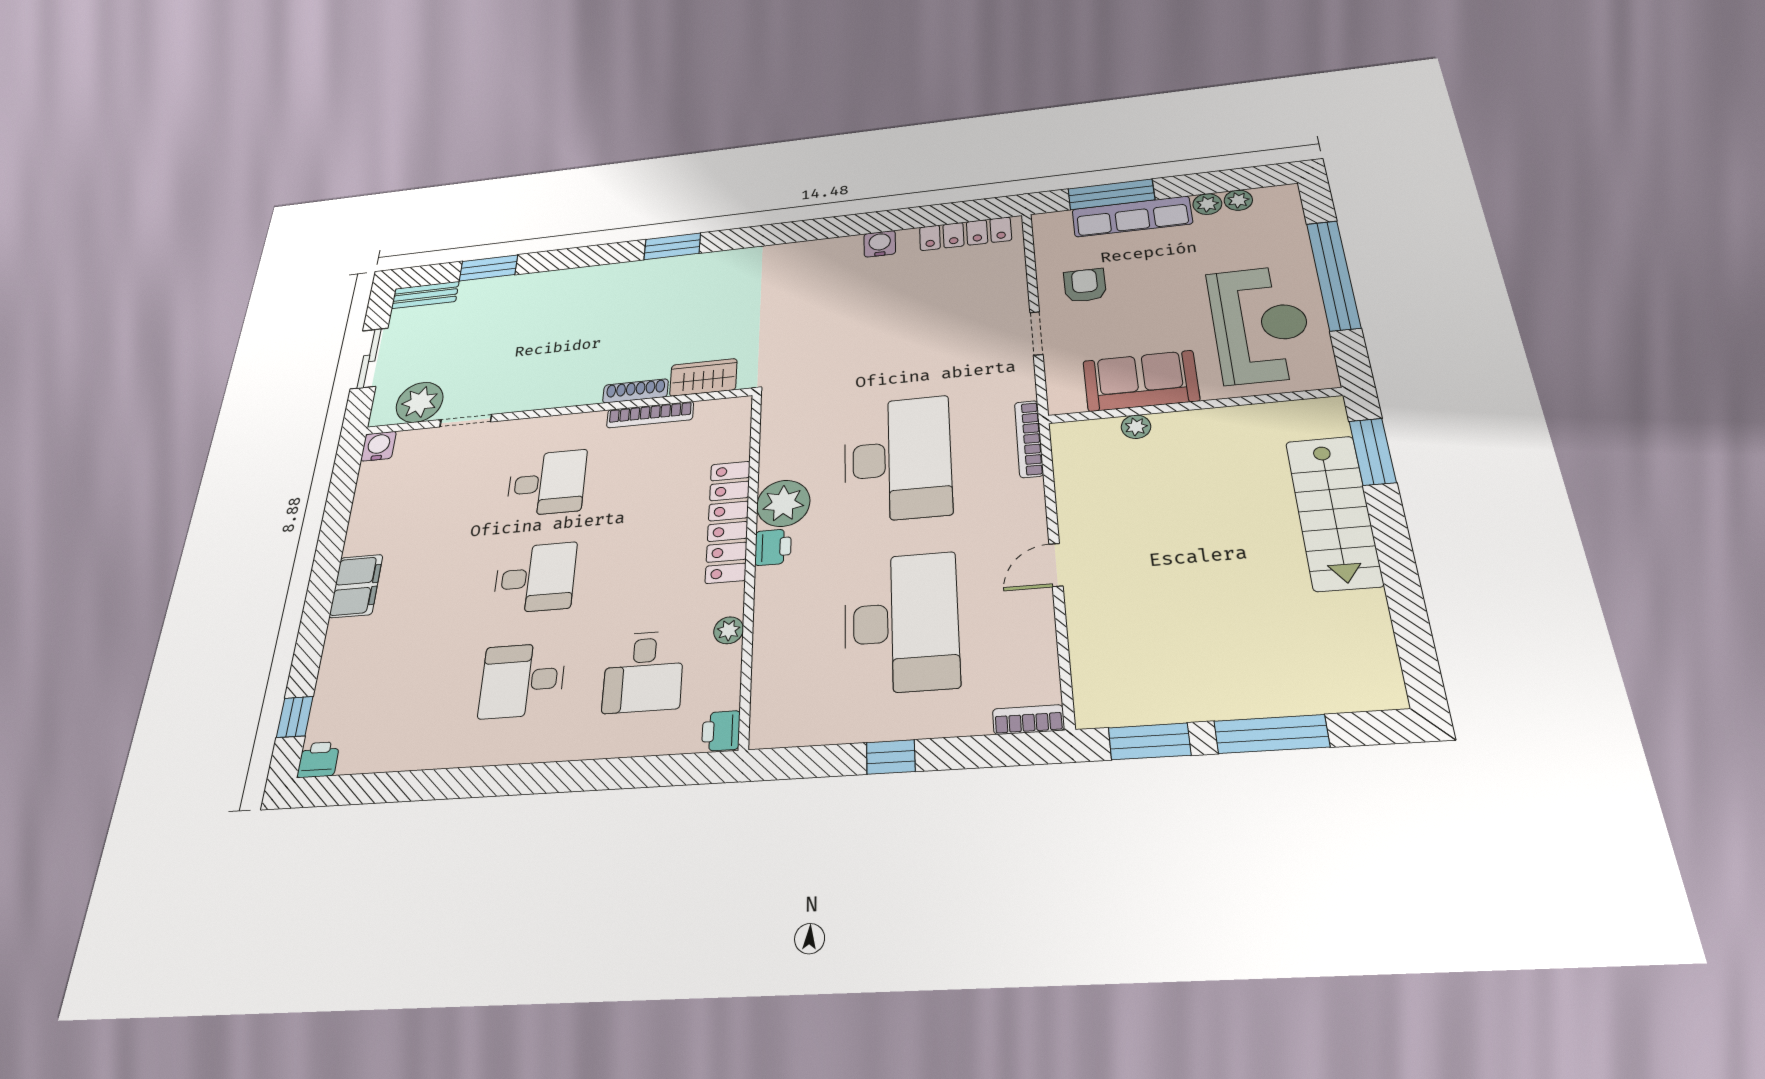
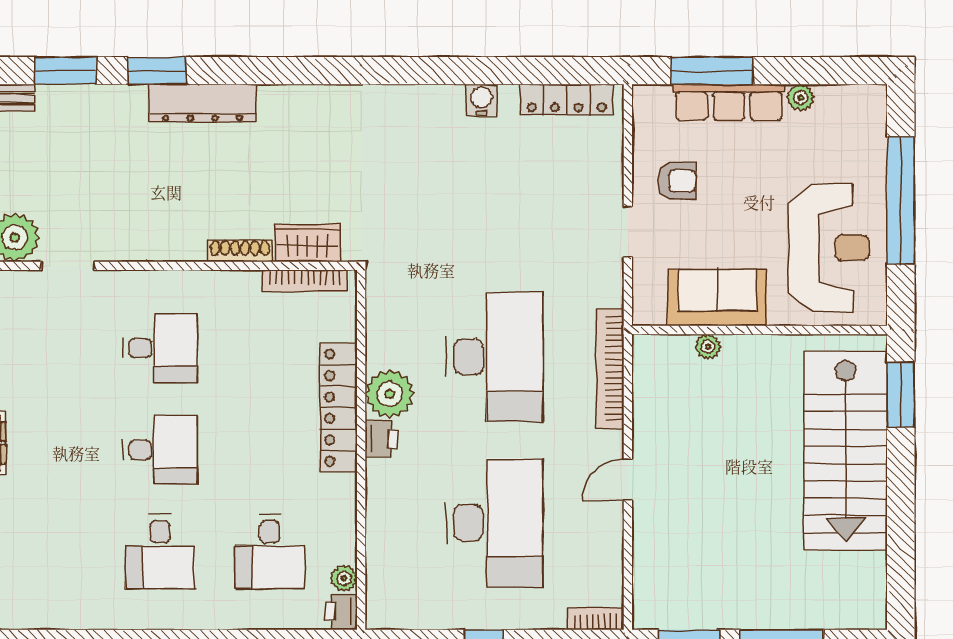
plant: (1238, 200) -> (830, 97), removed
window: (672, 246) -> (157, 71), moved
dresser: (611, 278) -> (203, 103), added
armchair: (1085, 285) -> (677, 181), turned 90
bookcase: (650, 415) -> (304, 281), moved
bookcase: (1029, 439) -> (610, 369), width x1.48, depth x1.31
stairs: (1334, 512) -> (846, 450), width x1.36, depth x1.51
plant: (729, 630) -> (344, 578), moved
desk: (522, 680) -> (160, 552), turned -90

